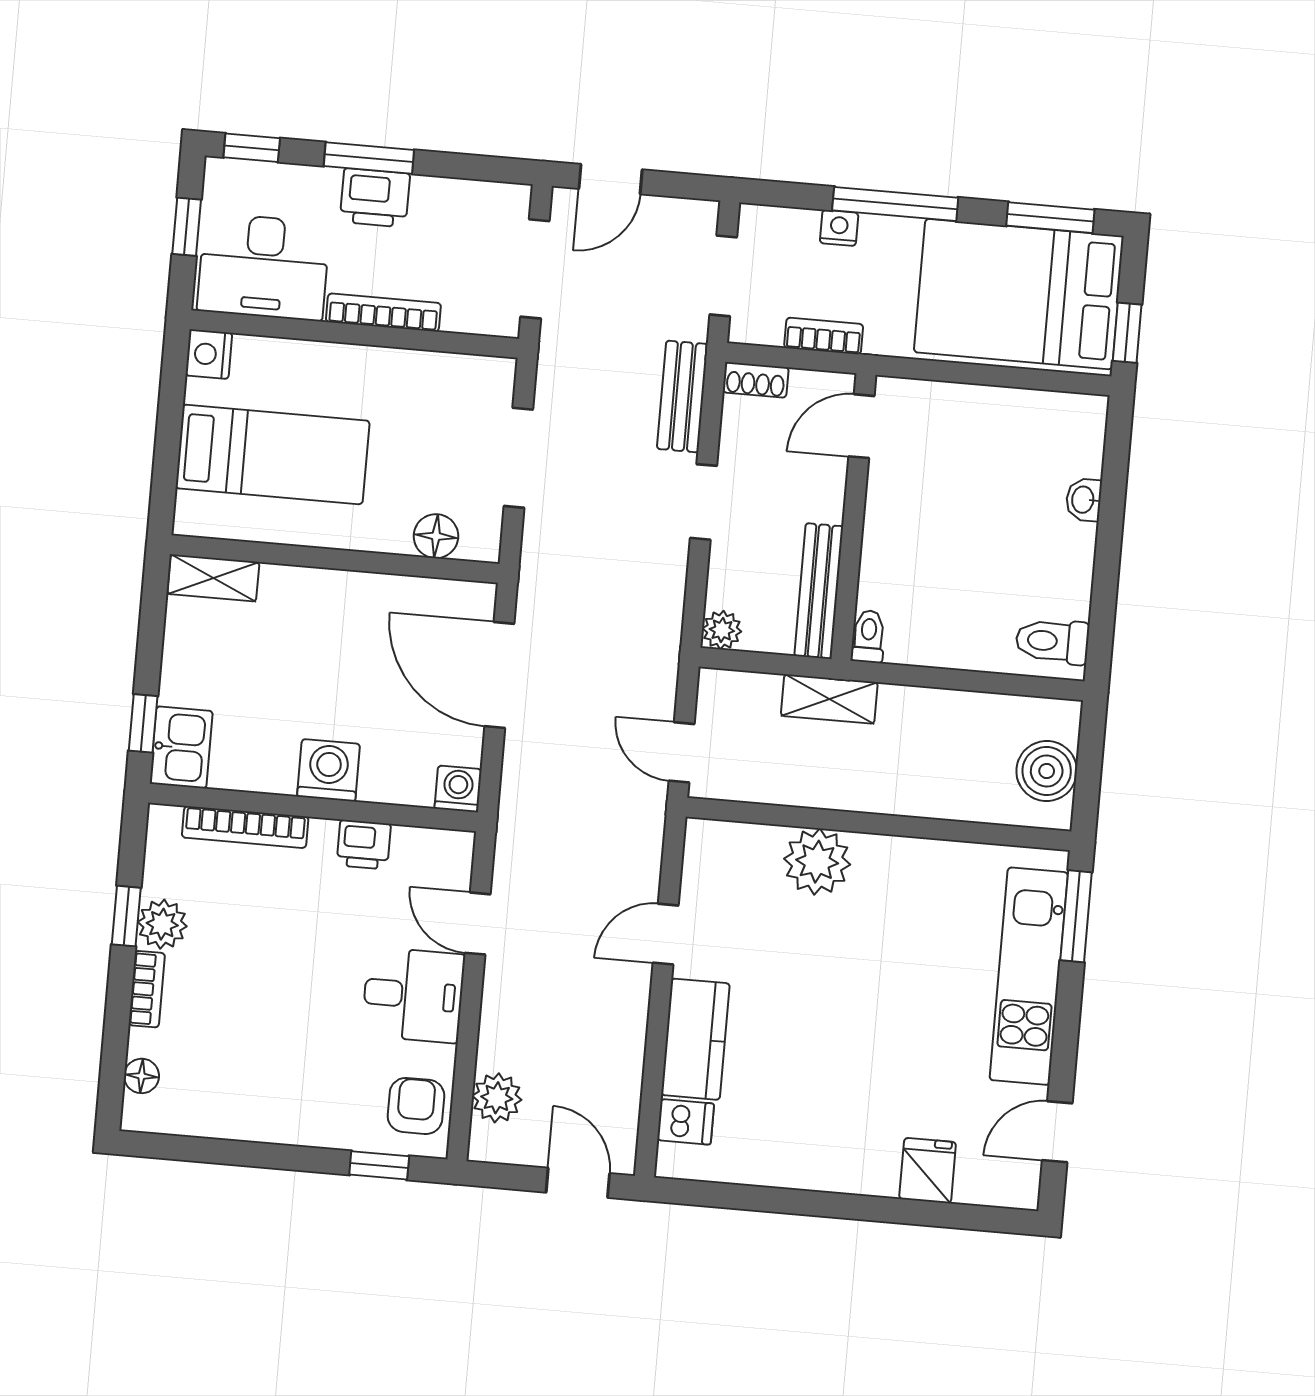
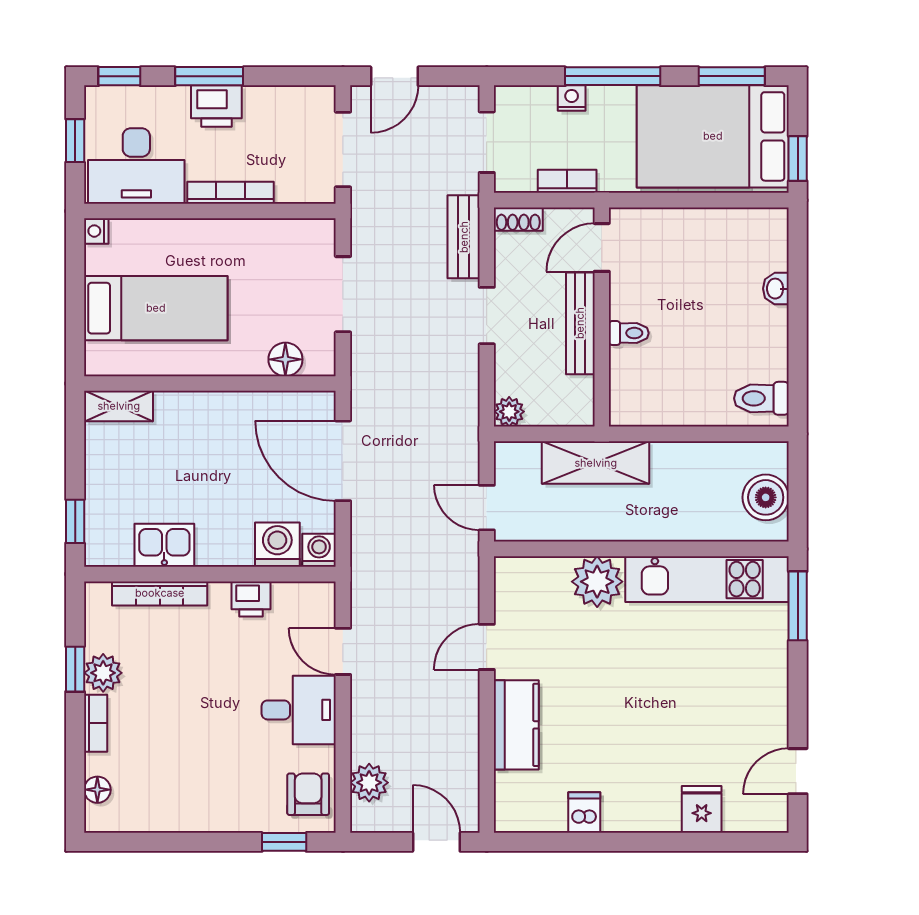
nightstand: (209, 354) -> (96, 231), width x0.72, depth x0.74
bench: (819, 591) -> (580, 323), moved
toilet: (868, 636) -> (629, 333), moved, turned 90
shelving: (829, 699) -> (596, 463), width x1.50, depth x1.33
kitchen sink: (181, 747) -> (164, 545), moved, turned -90
washing machine: (329, 770) -> (277, 545), moved
kitchen unit: (1029, 976) -> (707, 579), moved, turned -90
dishwasher: (686, 1122) -> (584, 812), moved, turned -90

